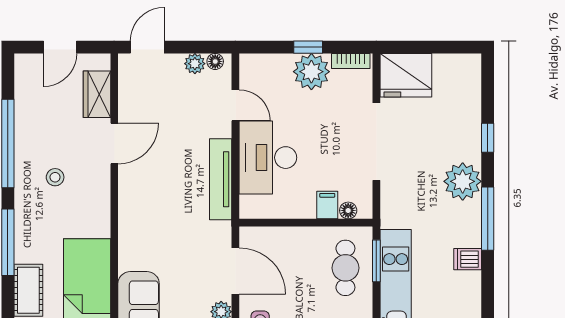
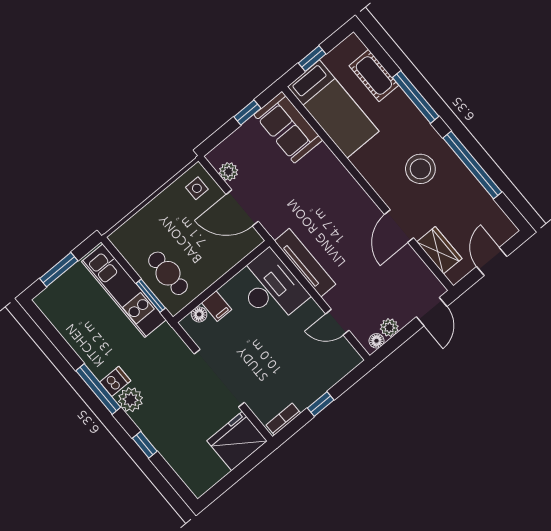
plant: (311, 72) -> (304, 389), removed
desk: (268, 158) -> (271, 288), moved
stool: (55, 177) -> (420, 169), width x1.89, depth x1.89
plant: (463, 181) -> (131, 400), width x0.73, depth x0.73
dishwasher: (468, 259) -> (115, 381), moved

